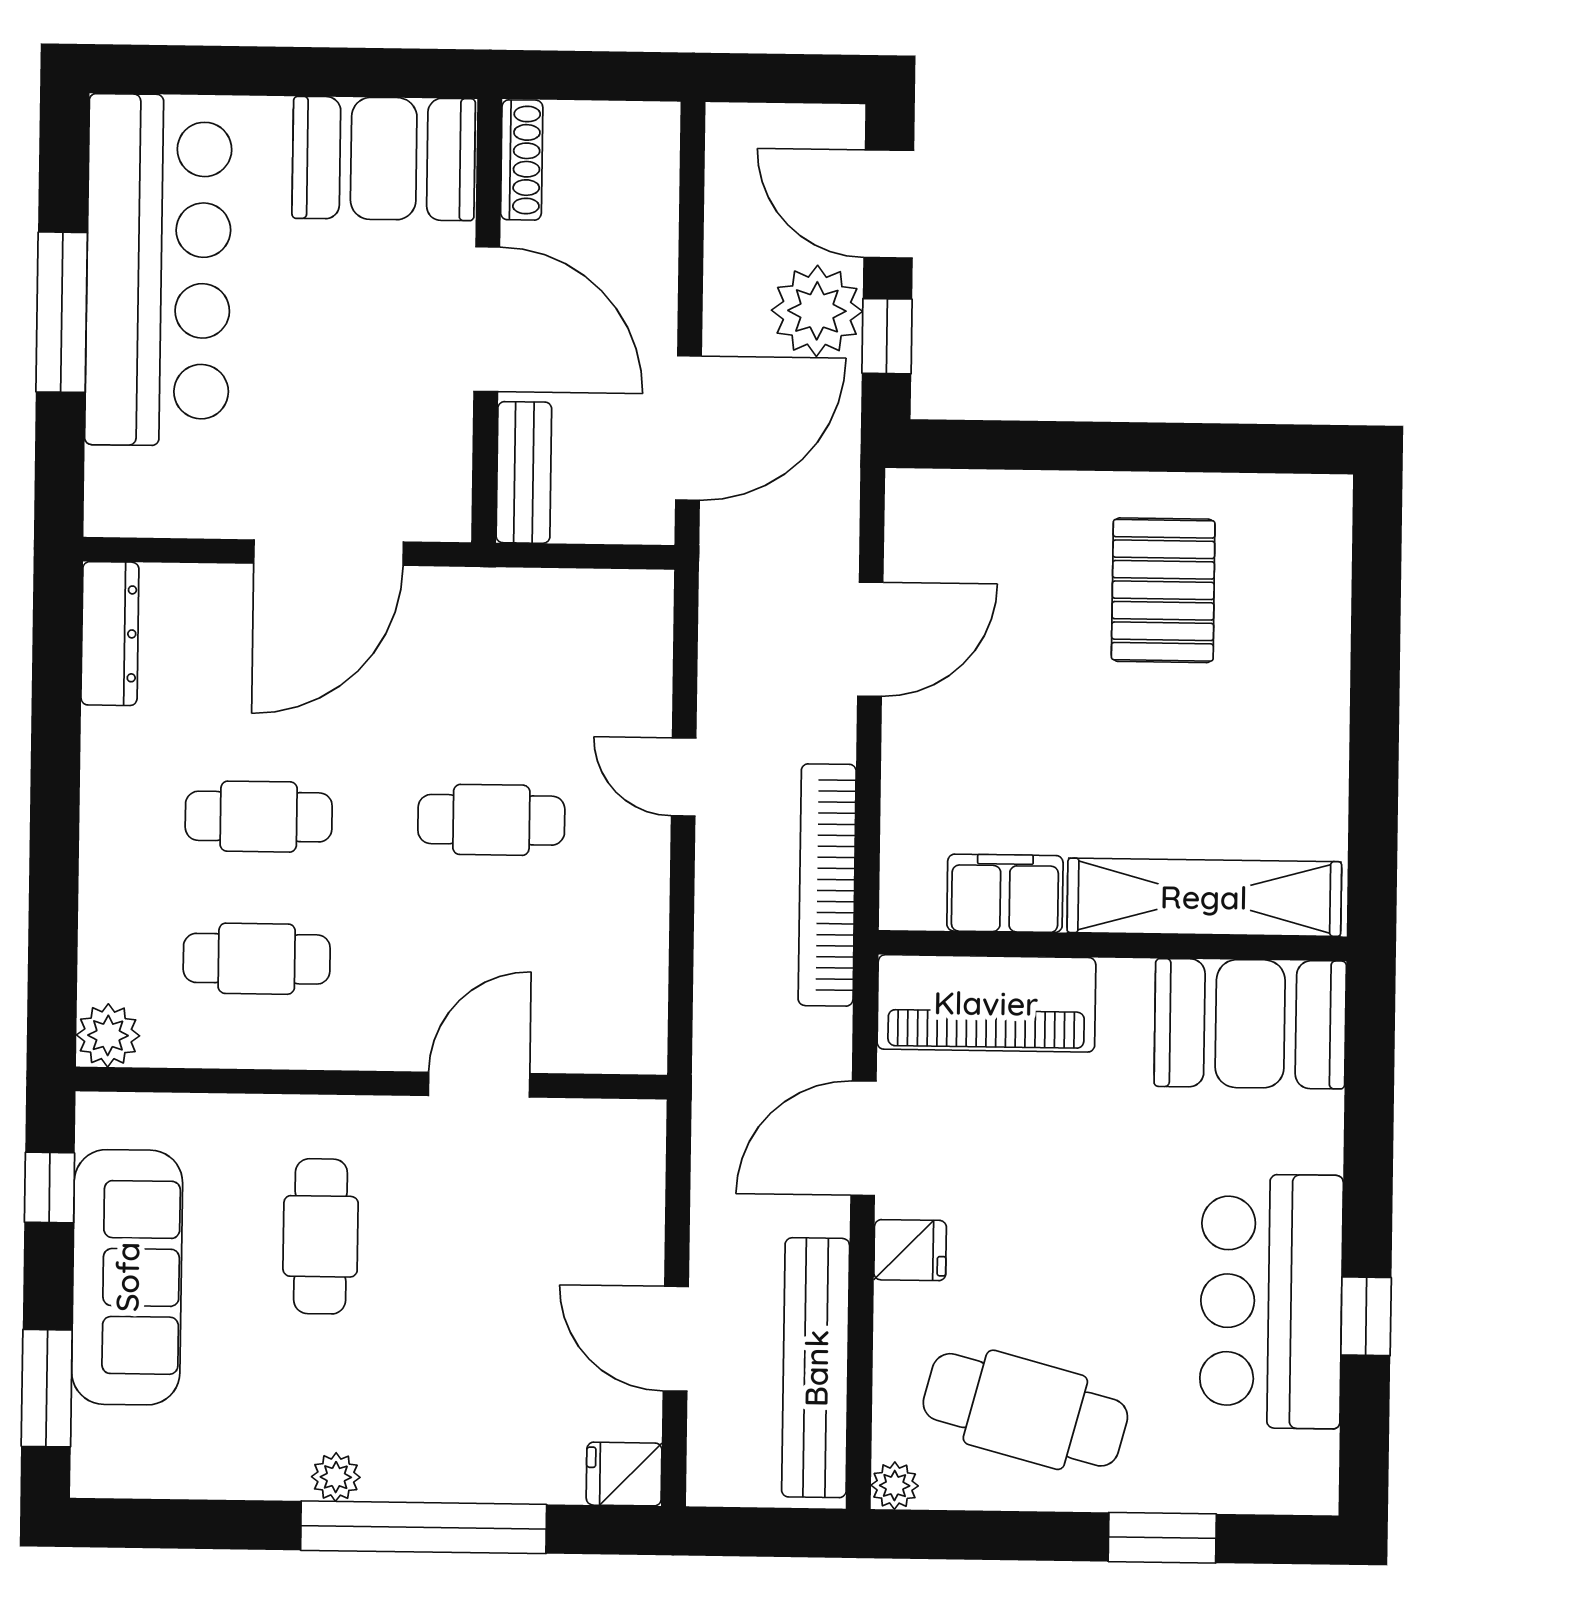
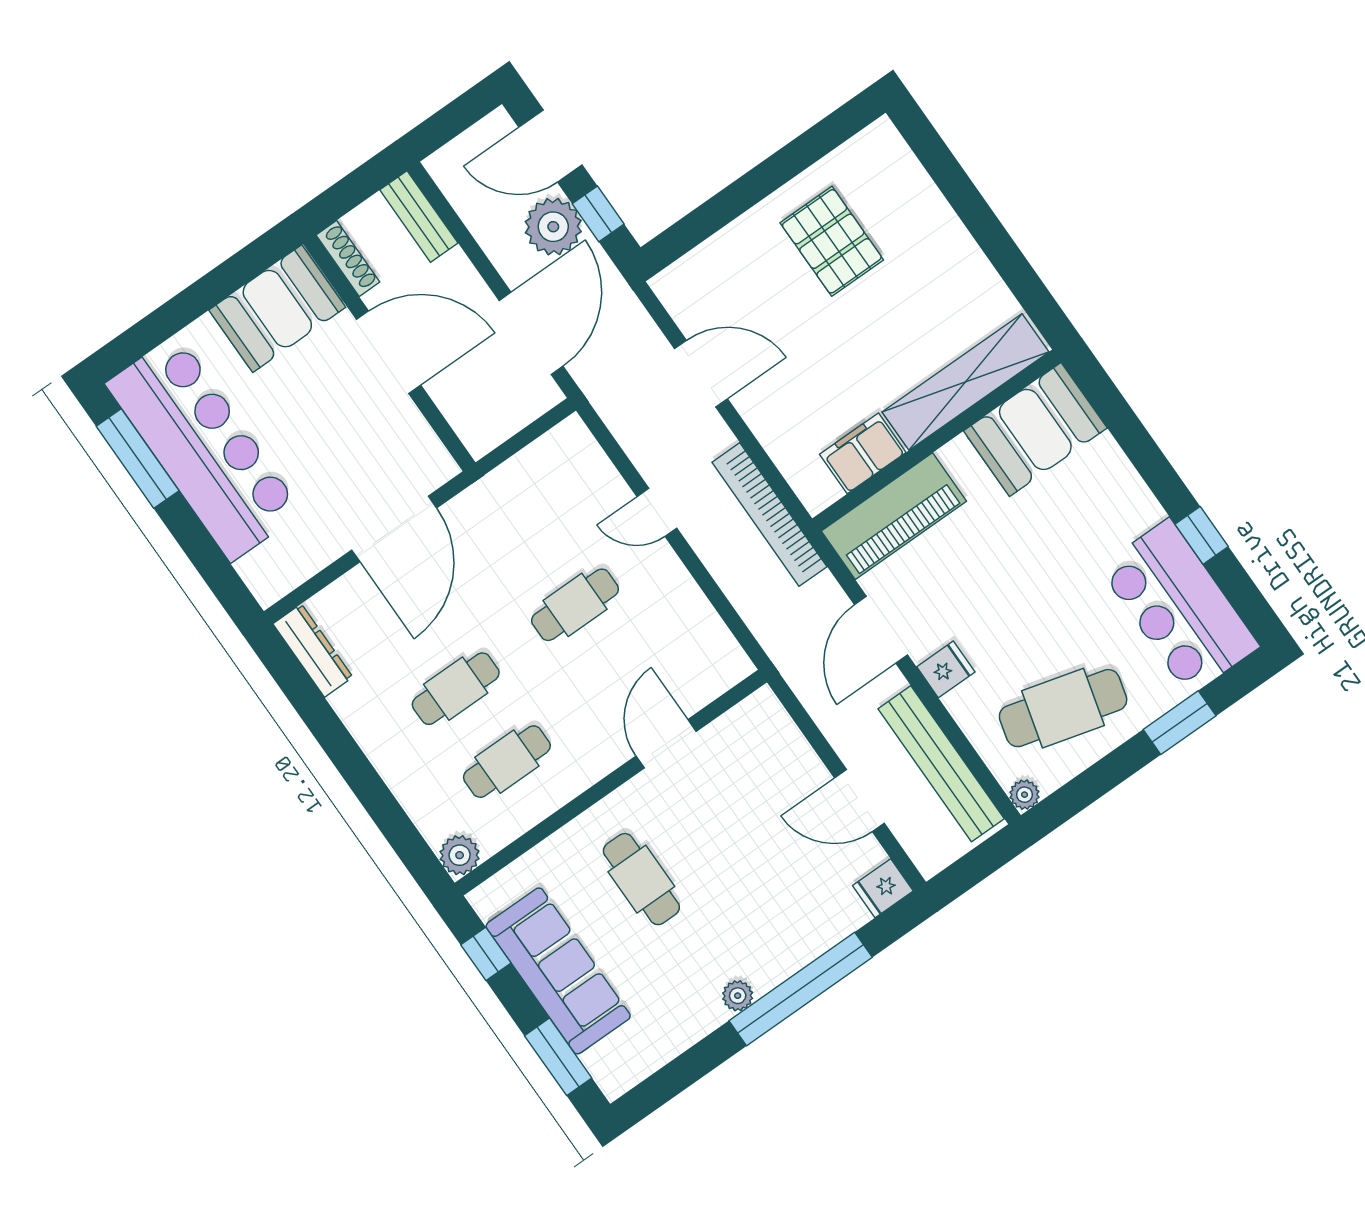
window: (62, 312) -> (138, 458), moved
bench: (524, 472) -> (419, 216), moved
door: (870, 639) -> (701, 374), hinge flipped
bar counter: (1271, 1301) -> (1179, 607), moved

